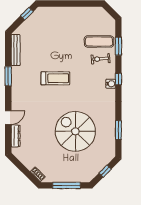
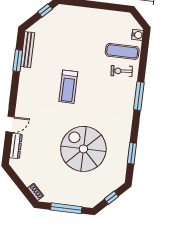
window: (118, 46) -> (143, 59), removed
window: (8, 76) -> (18, 61), moved
treadmill: (55, 78) -> (68, 87), turned 90
window: (118, 79) -> (139, 96), width x2.17
water cooler: (111, 84) -> (137, 35), moved

